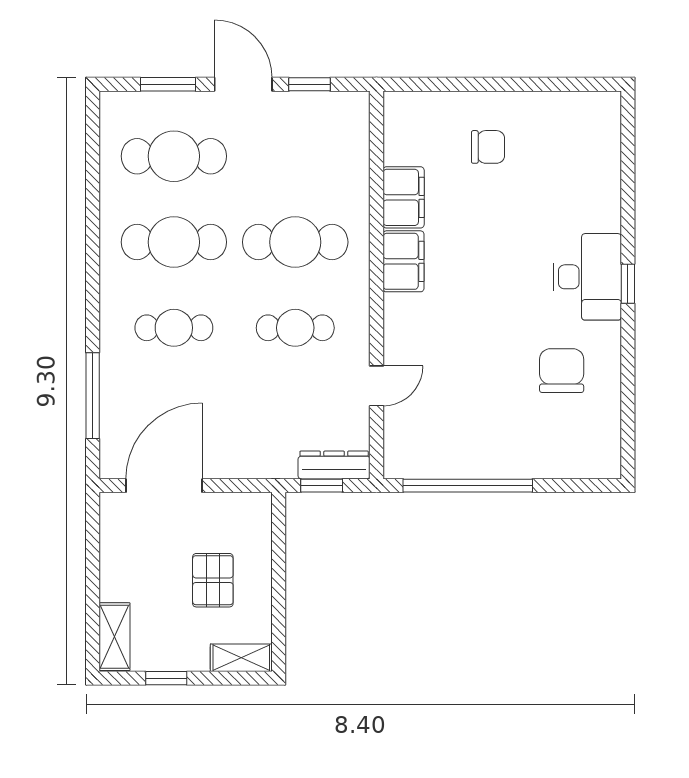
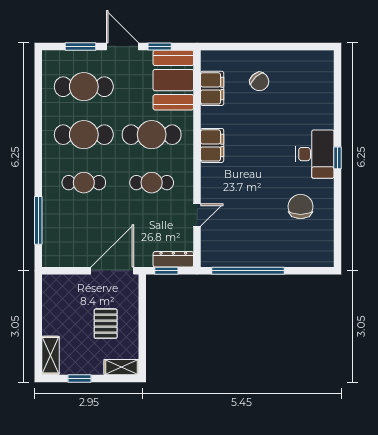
booth: (334, 144) -> (173, 80), added
chair: (488, 147) -> (259, 81), turned 47
filing cabinet: (404, 197) -> (212, 88), moved
door: (164, 486) -> (112, 271), moved

